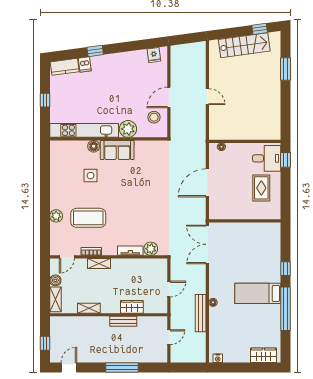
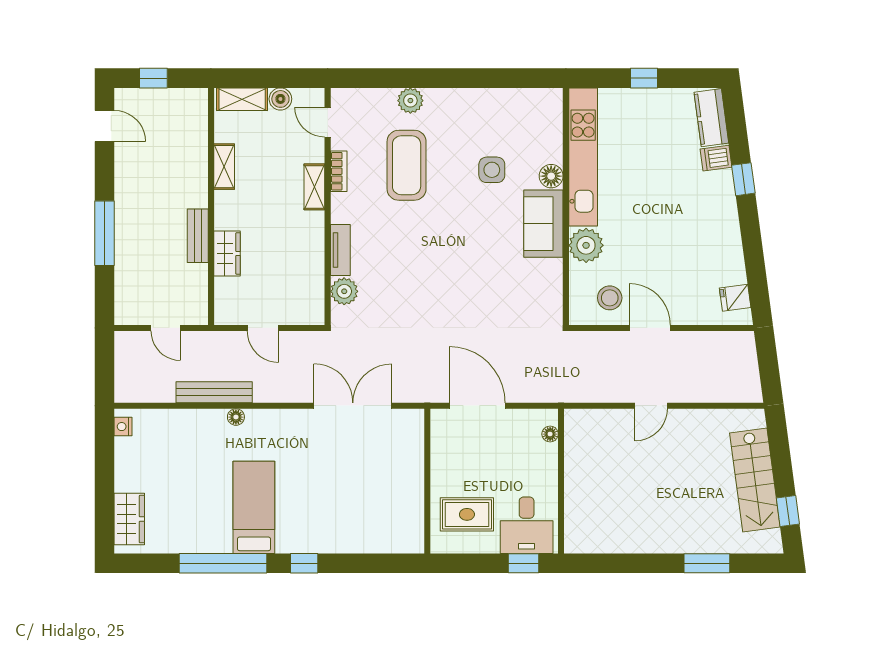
wall: (245, 221) -> (427, 481), moved

